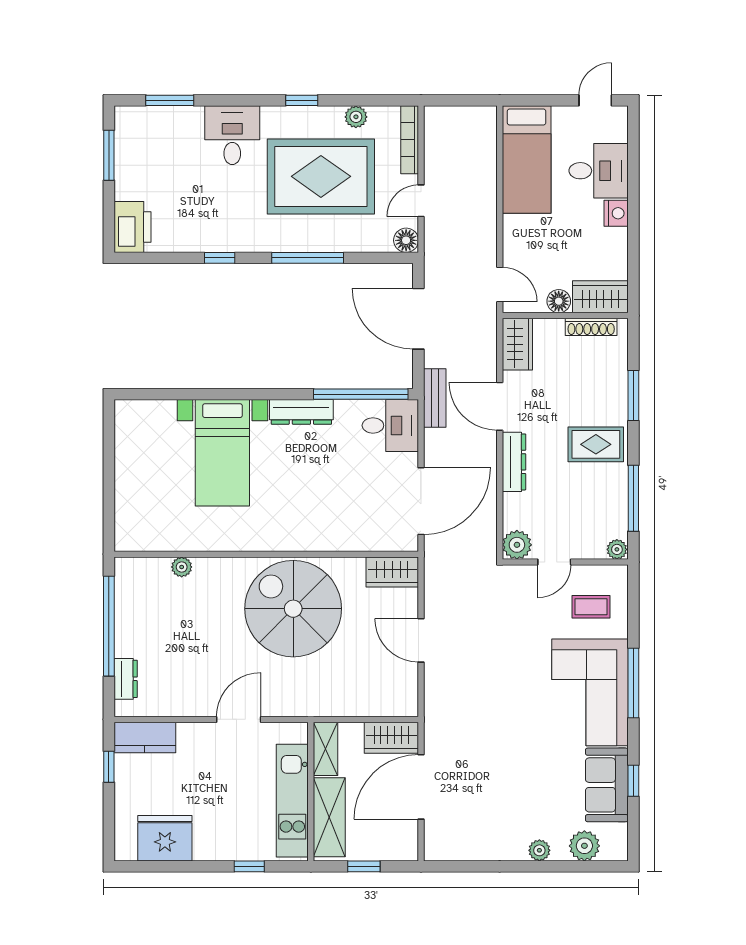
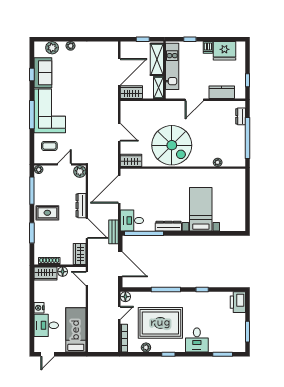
kitchen counter: (145, 737) -> (222, 92), moved
dishwasher: (205, 847) -> (208, 47), added

